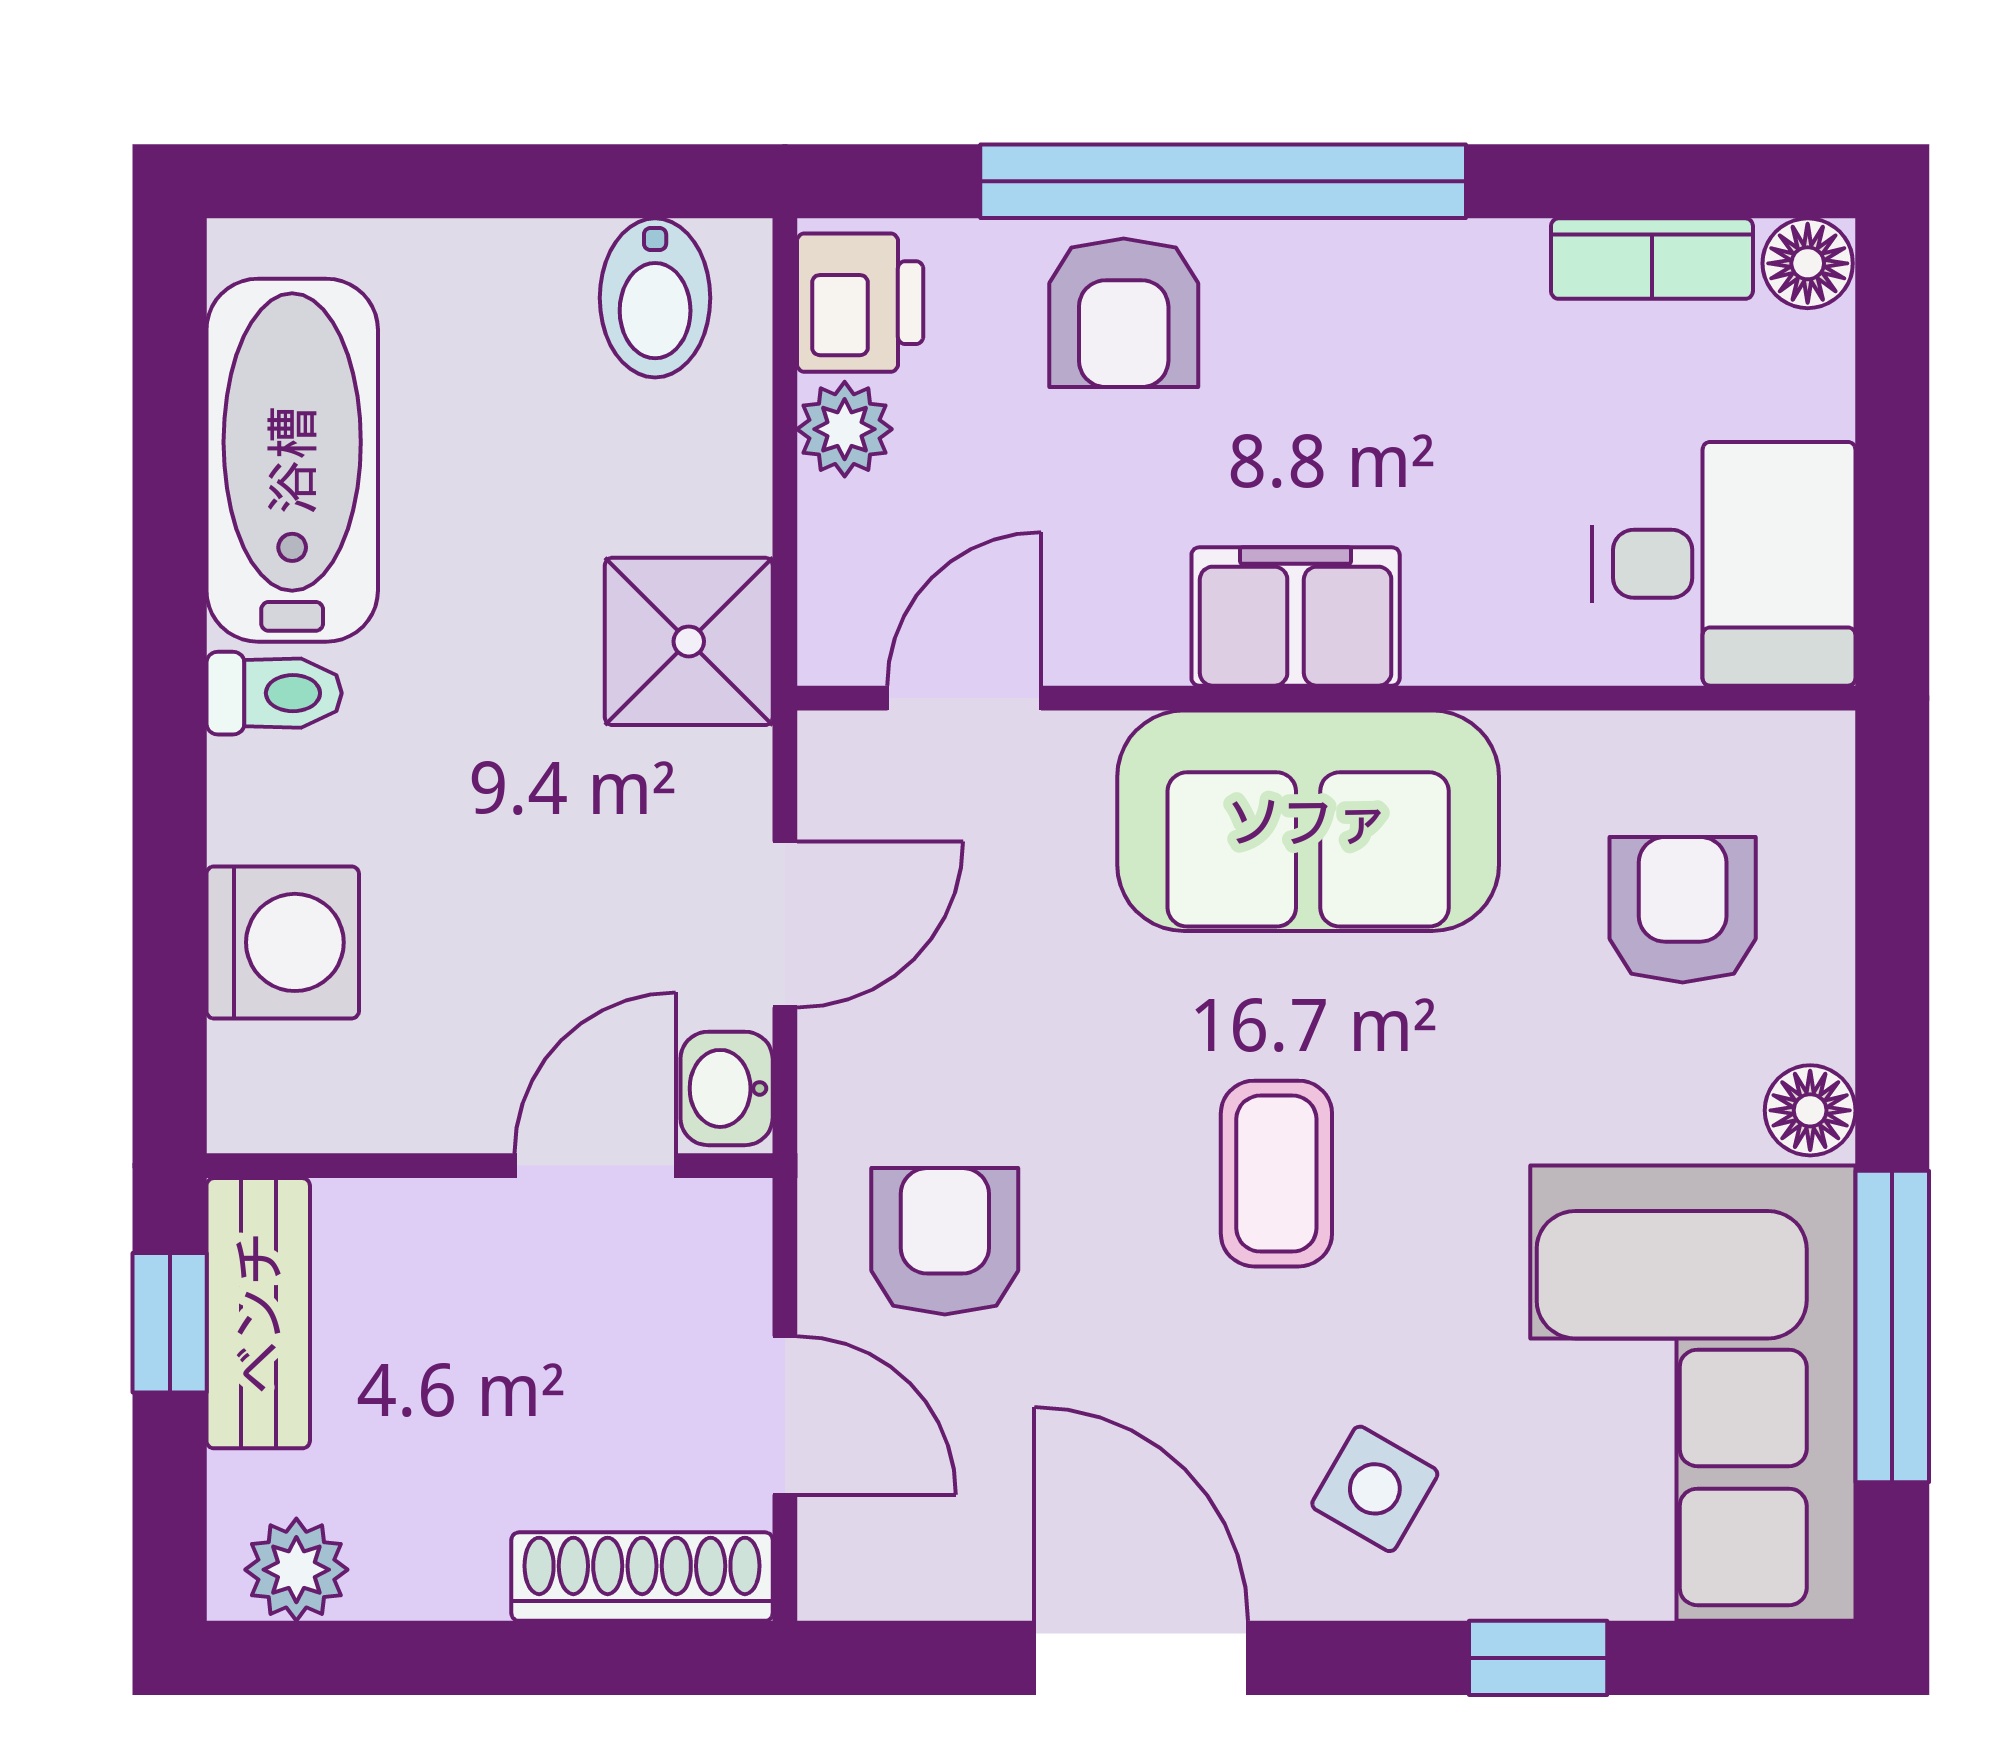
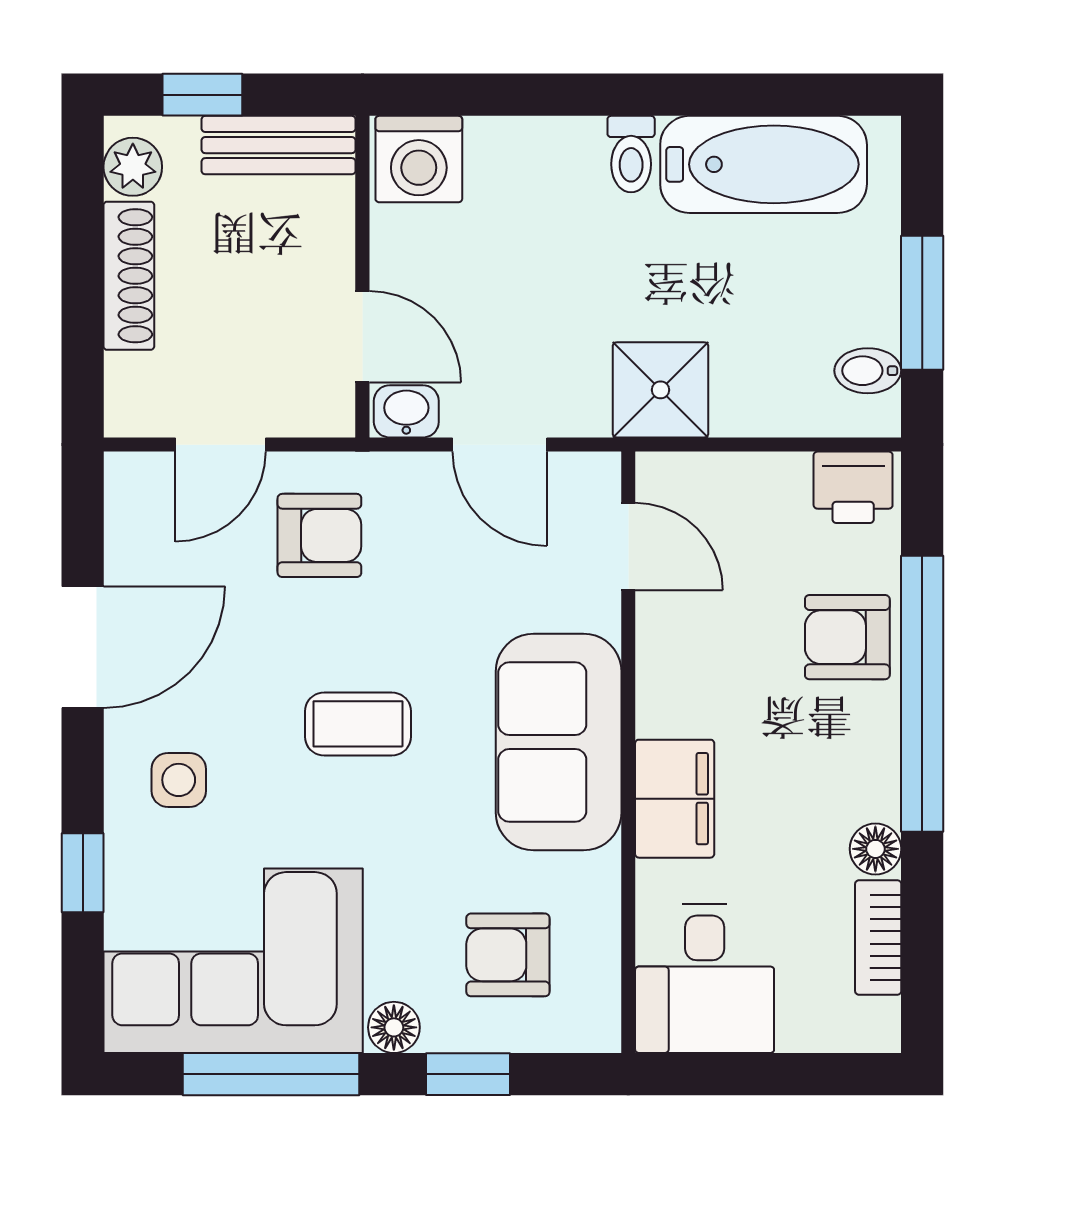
window: (535, 181) -> (922, 303), added
floor lamp: (1808, 263) -> (875, 849), moved
bidet: (655, 298) -> (868, 371), width x0.72, depth x0.74
plant: (845, 429) -> (781, 478), removed
filing cabinet: (1296, 616) -> (675, 799), moved
armchair: (1683, 910) -> (508, 955), turned 180
washing machine: (283, 942) -> (419, 159), moved
window: (1892, 980) -> (468, 1074), added
window: (170, 1323) -> (202, 95), moved
side table: (1375, 1489) -> (179, 780), turned -30
shoe rack: (642, 1577) -> (129, 276), moved

